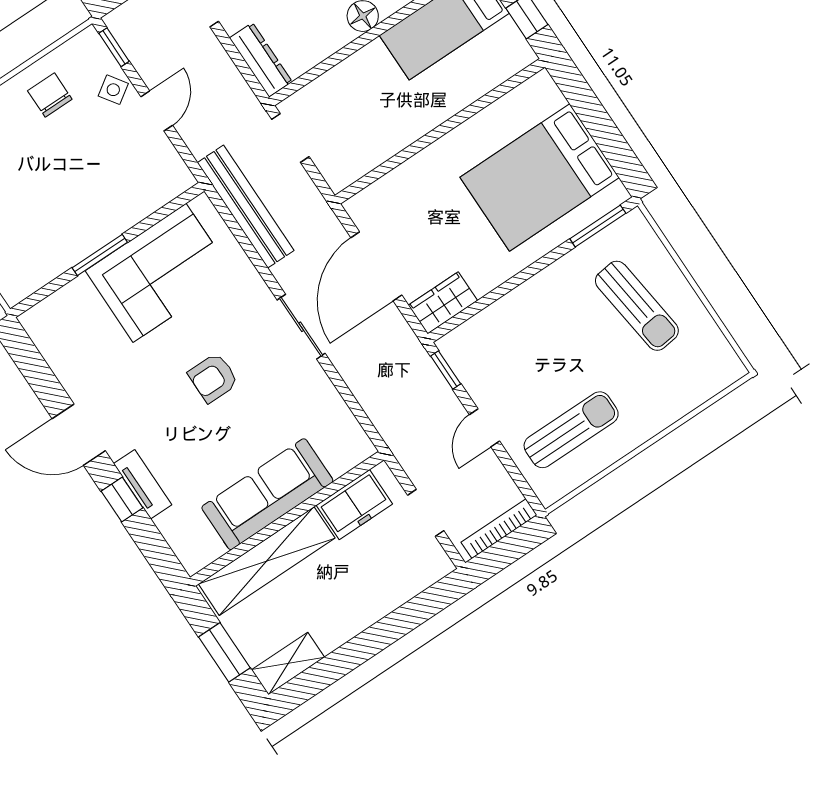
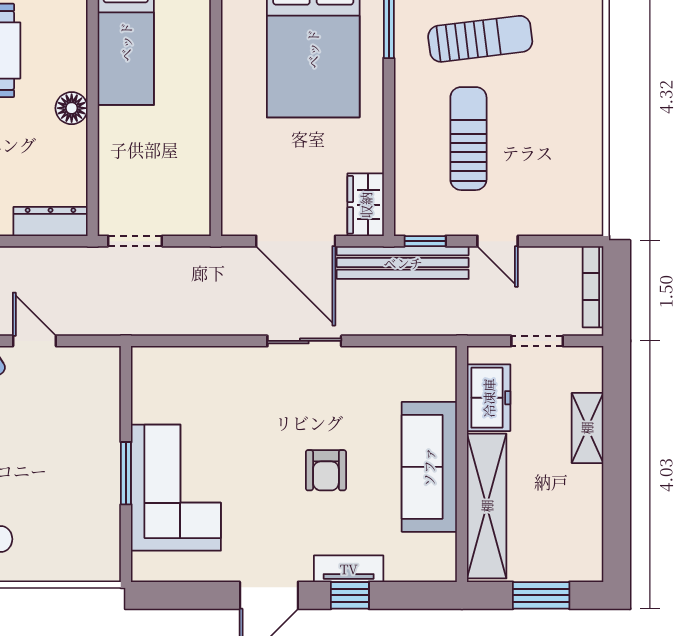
bench: (246, 207) -> (403, 263), moved
corner sofa: (160, 273) -> (176, 488), moved
armchair: (213, 378) -> (326, 470), moved
sun lounger: (571, 430) -> (468, 139), moved
shelving: (288, 664) -> (587, 428), moved

